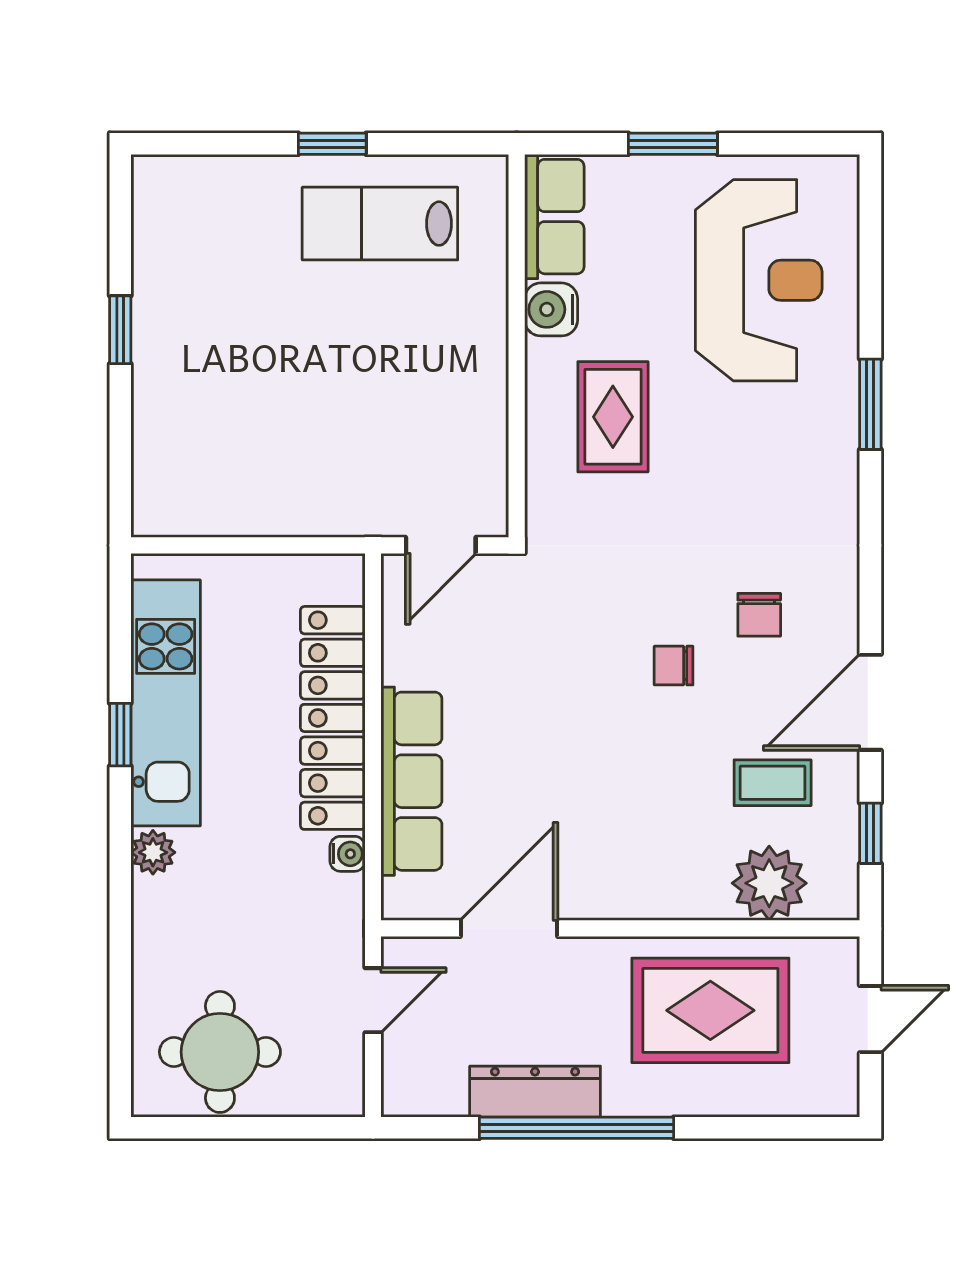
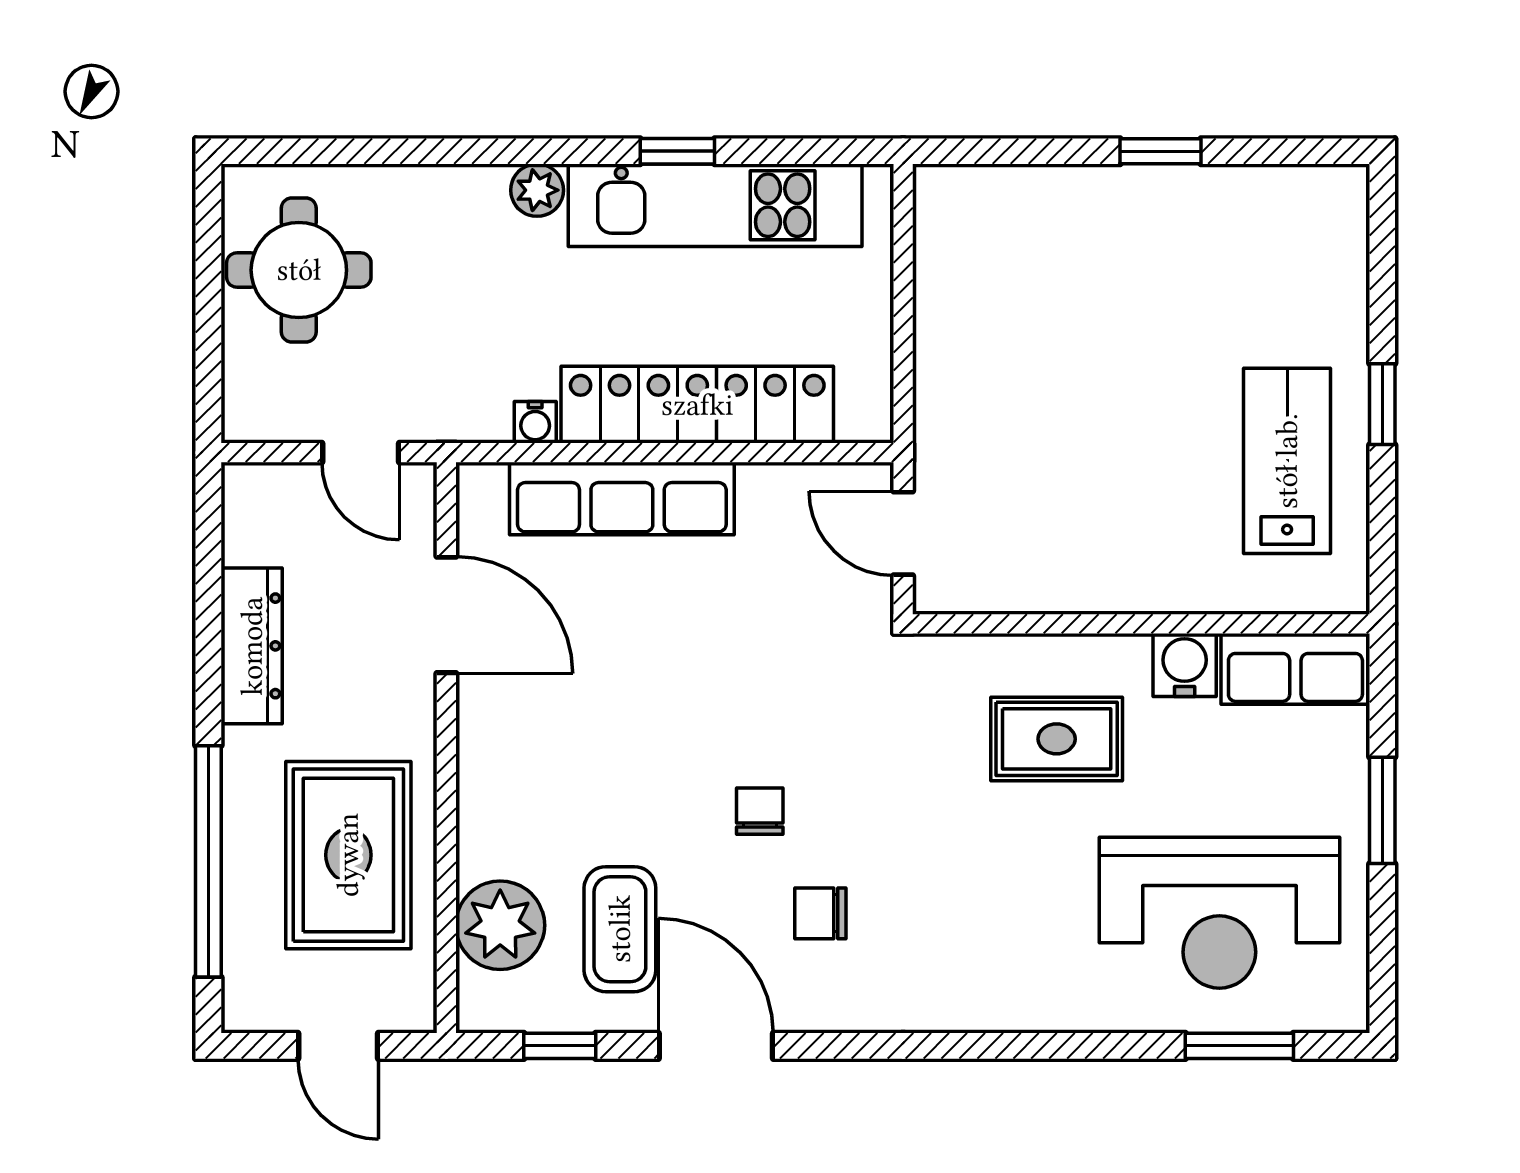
window: (870, 404) -> (1239, 1046), moved
coffee table: (773, 783) -> (620, 929), width x1.36, depth x1.30
window: (576, 1128) -> (208, 861), moved

